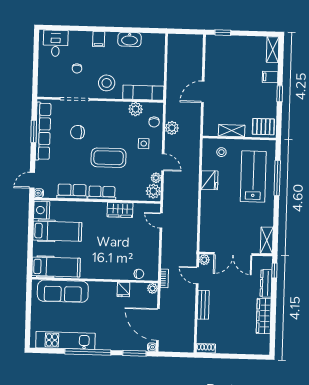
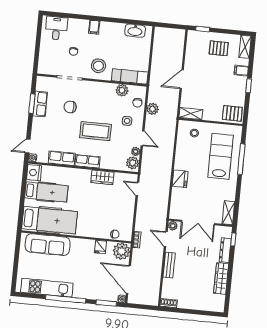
washbasin: (130, 39) -> (135, 31), moved
pallet: (243, 53) -> (219, 48), added
row of seats: (43, 131) -> (40, 104), width x0.50
shelving: (232, 131) -> (191, 114), moved
fridge: (210, 180) -> (180, 179), moved
hospital bed: (56, 267) -> (50, 220), width x1.37, depth x1.29
plant: (152, 288) -> (121, 251), width x1.87, depth x1.87

